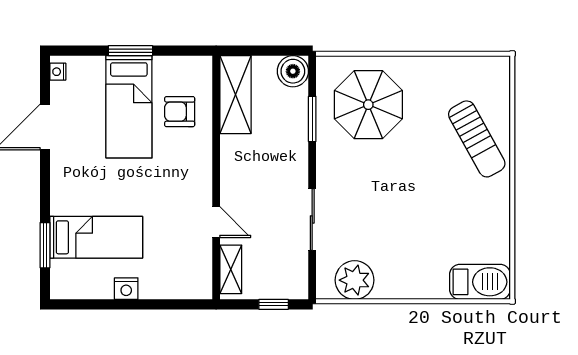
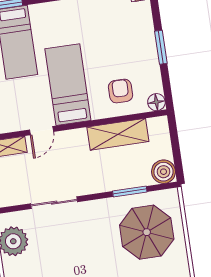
floor lamp: (201, 67) -> (156, 102), added
shelving: (235, 95) -> (118, 134), moved
bed: (129, 107) -> (68, 85), moved, turned 90

